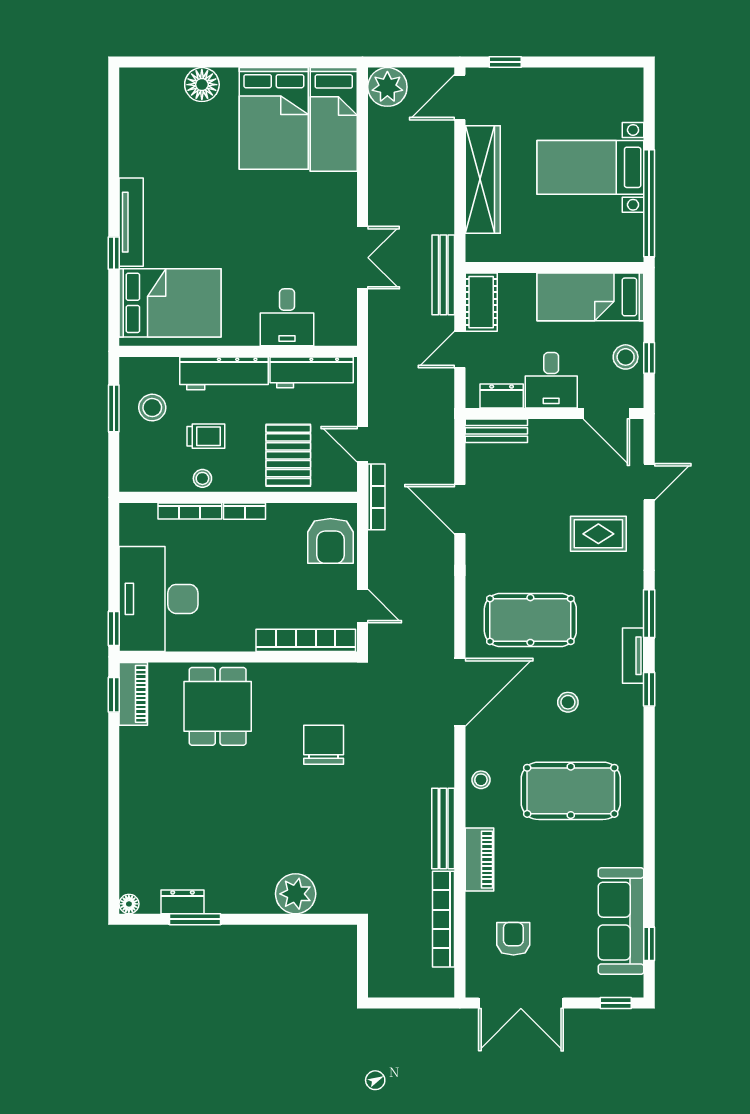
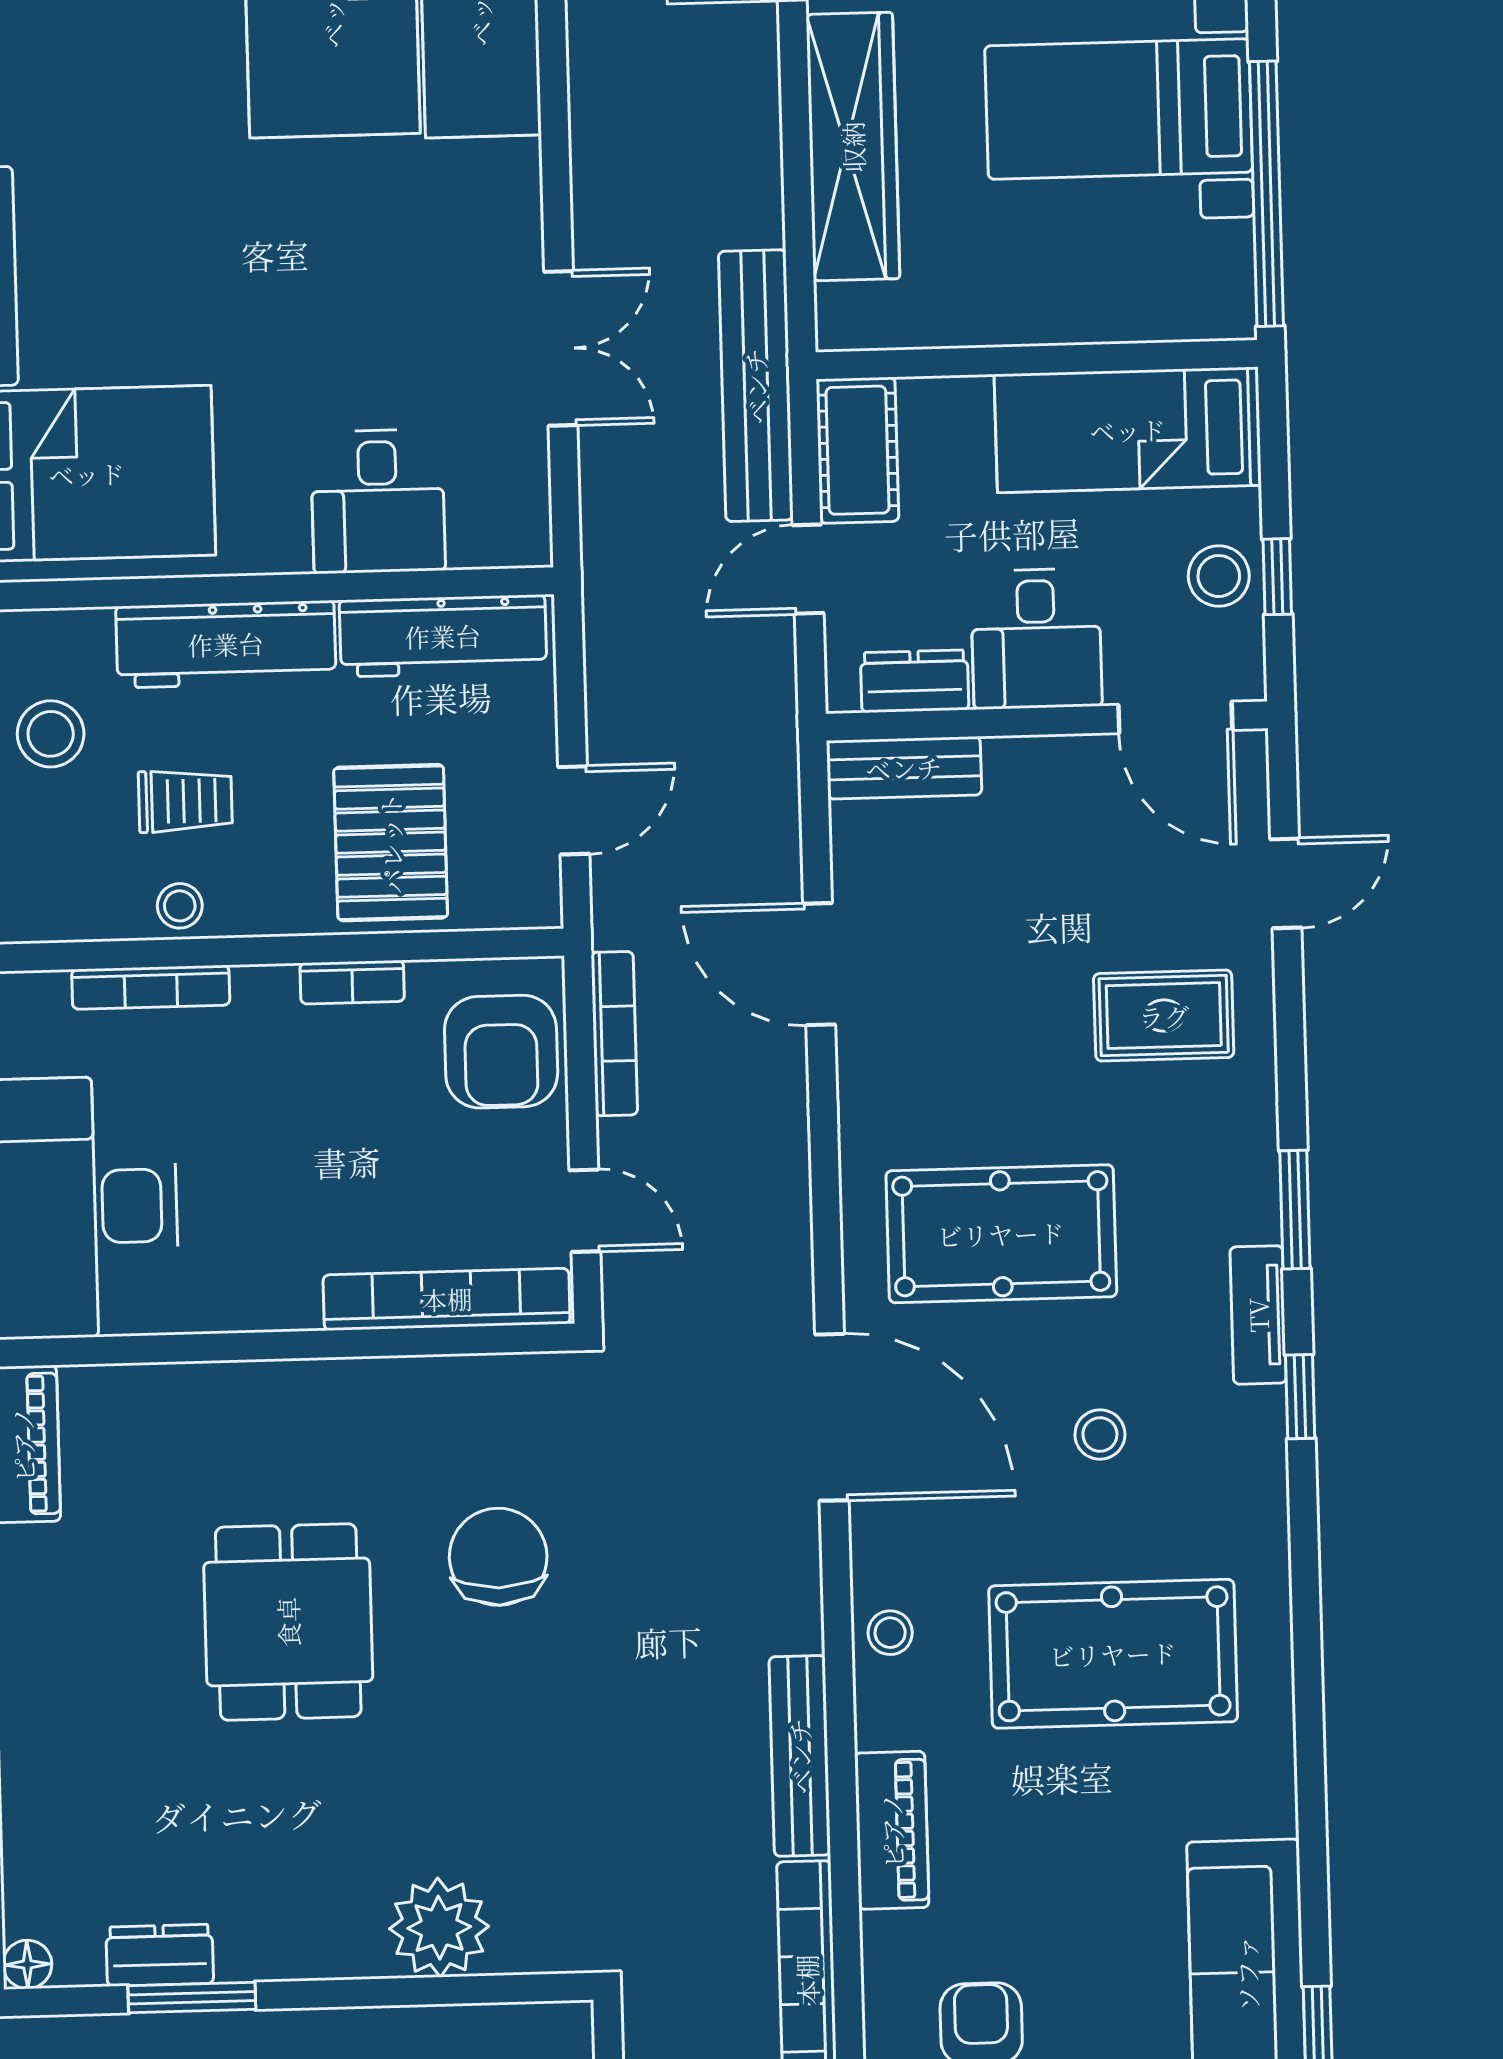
bench: (443, 275) -> (756, 386), width x1.37, depth x1.21
door: (363, 444) -> (574, 810), swing flipped
bookcase: (376, 497) -> (614, 1034), moved
bookcase: (245, 511) -> (352, 982), moved
door: (460, 692) -> (832, 1417), hinge flipped
dining table: (218, 706) -> (288, 1622), moved

